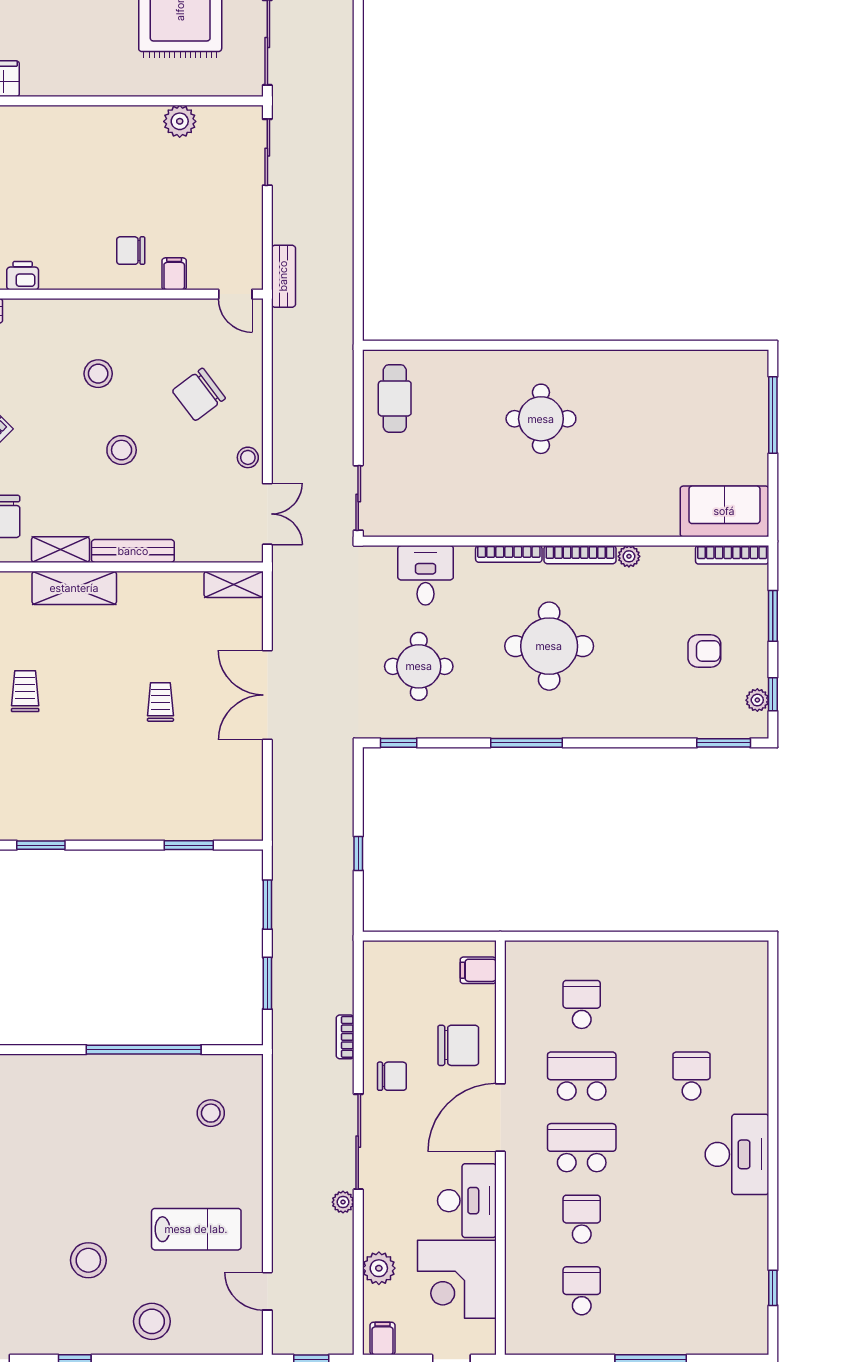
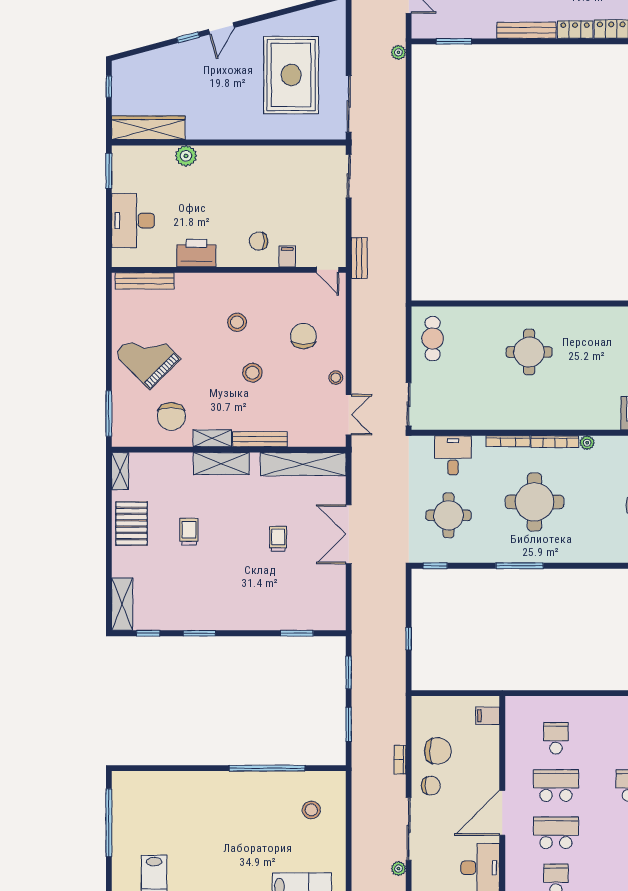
plant: (180, 121) -> (186, 156), moved
printer: (23, 276) -> (196, 253), width x1.87, depth x1.48
chair: (199, 395) -> (303, 336), turned 127
shelving: (234, 584) -> (303, 464), width x2.20, depth x1.33
chair: (458, 1045) -> (438, 751), moved

